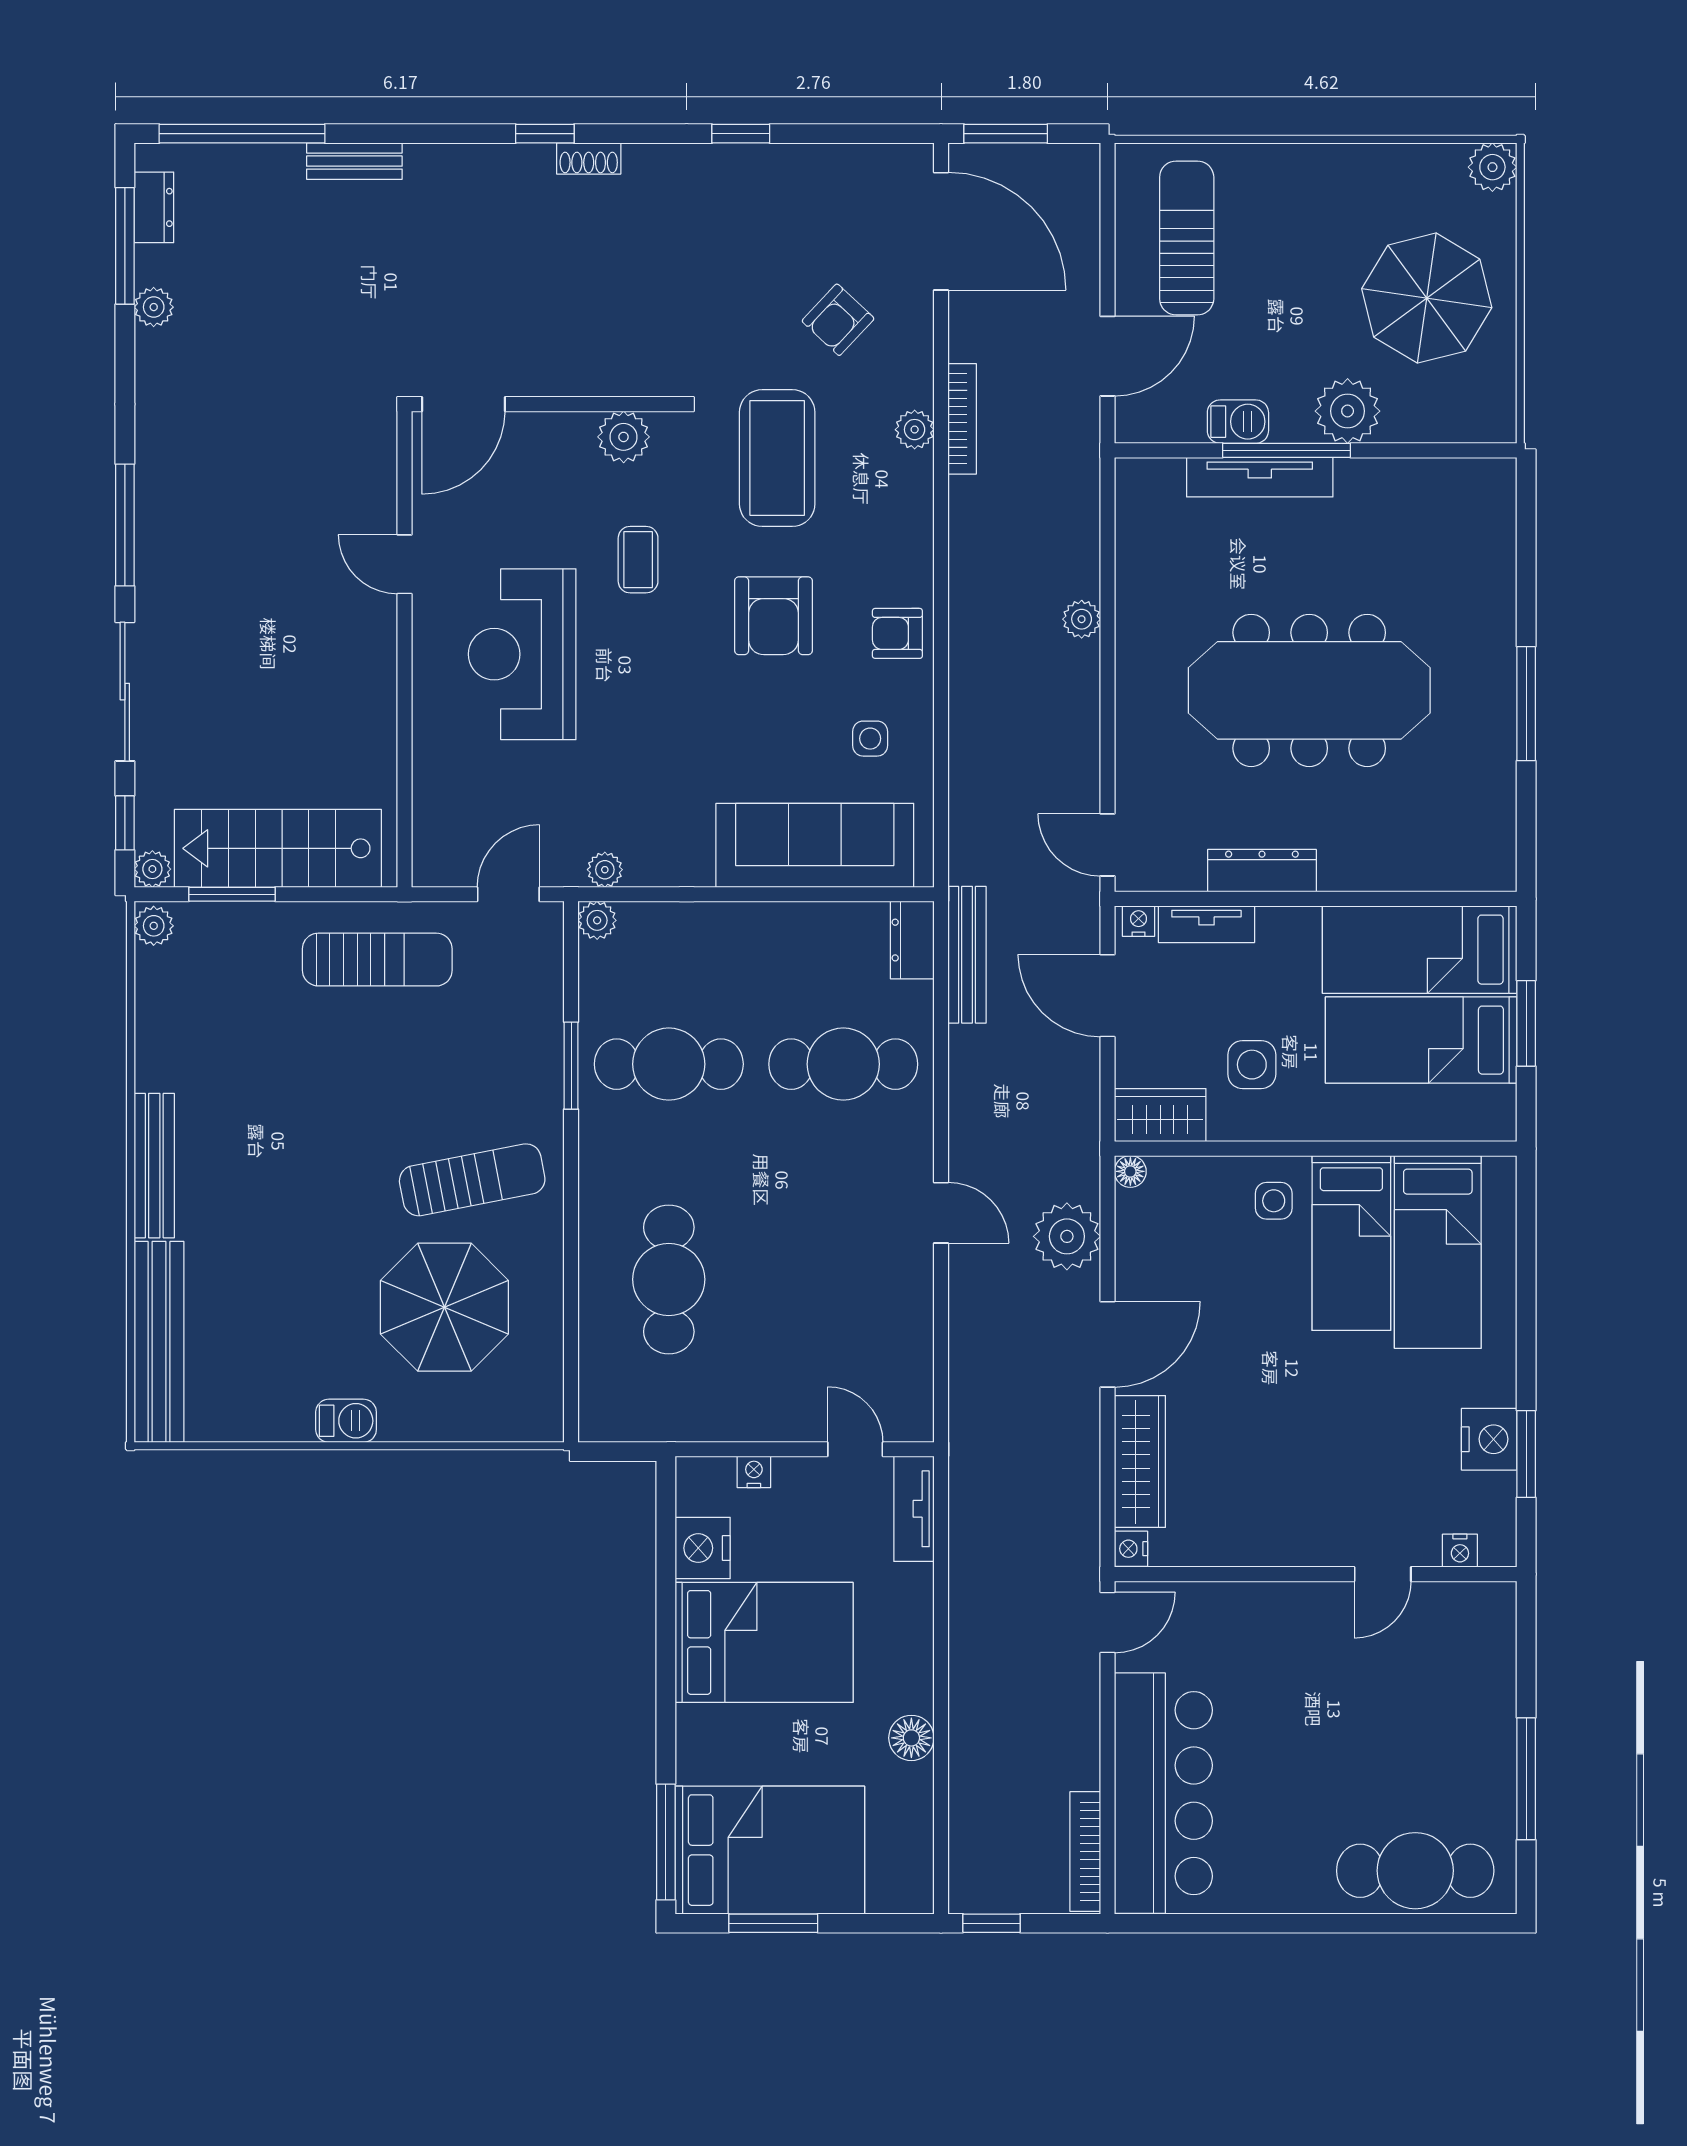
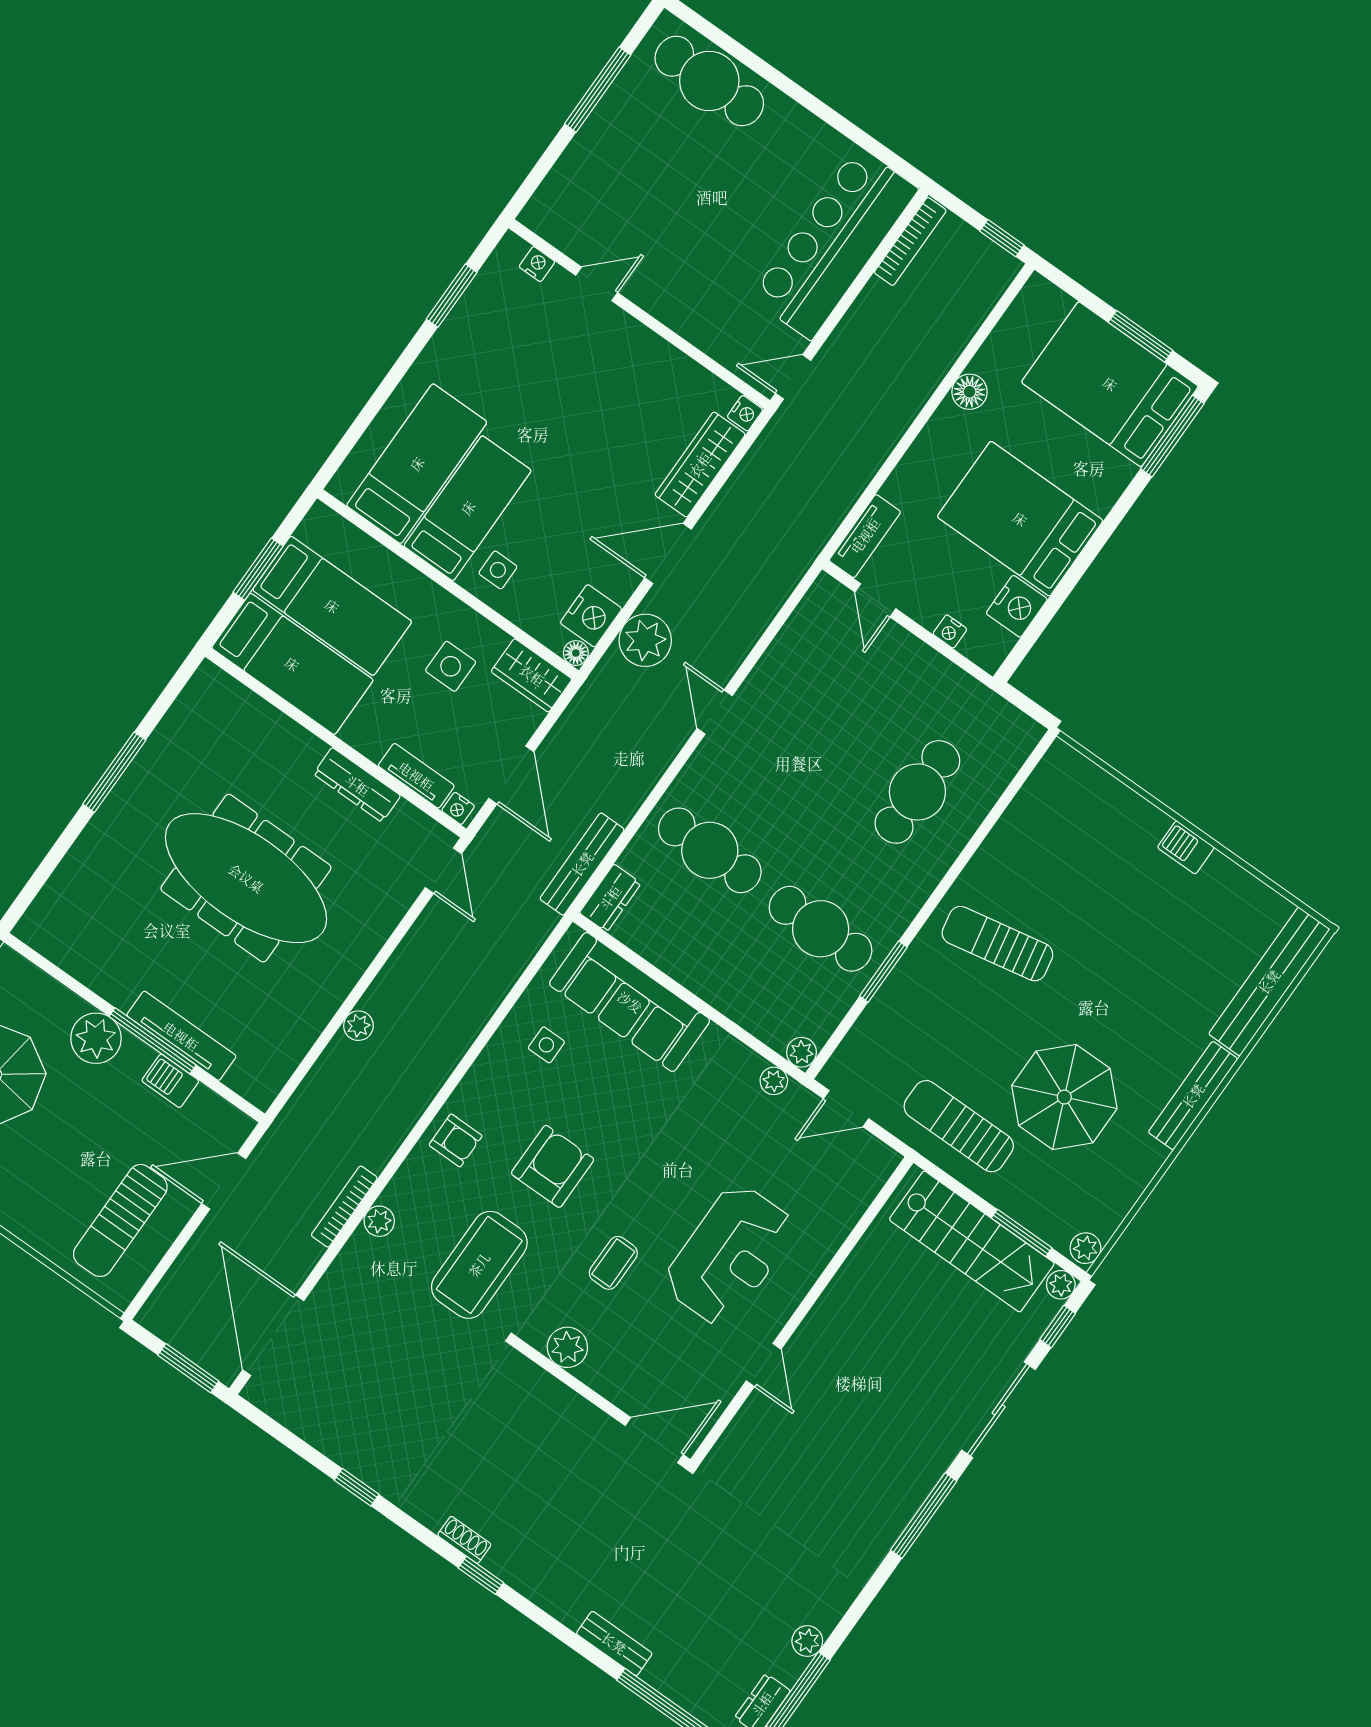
armchair: (838, 320) -> (378, 1325), removed
armchair: (897, 633) -> (456, 1140), moved
parasol: (444, 1307) -> (1064, 1097), moved
nightstand: (1489, 1439) -> (591, 616), moved, turned 180

